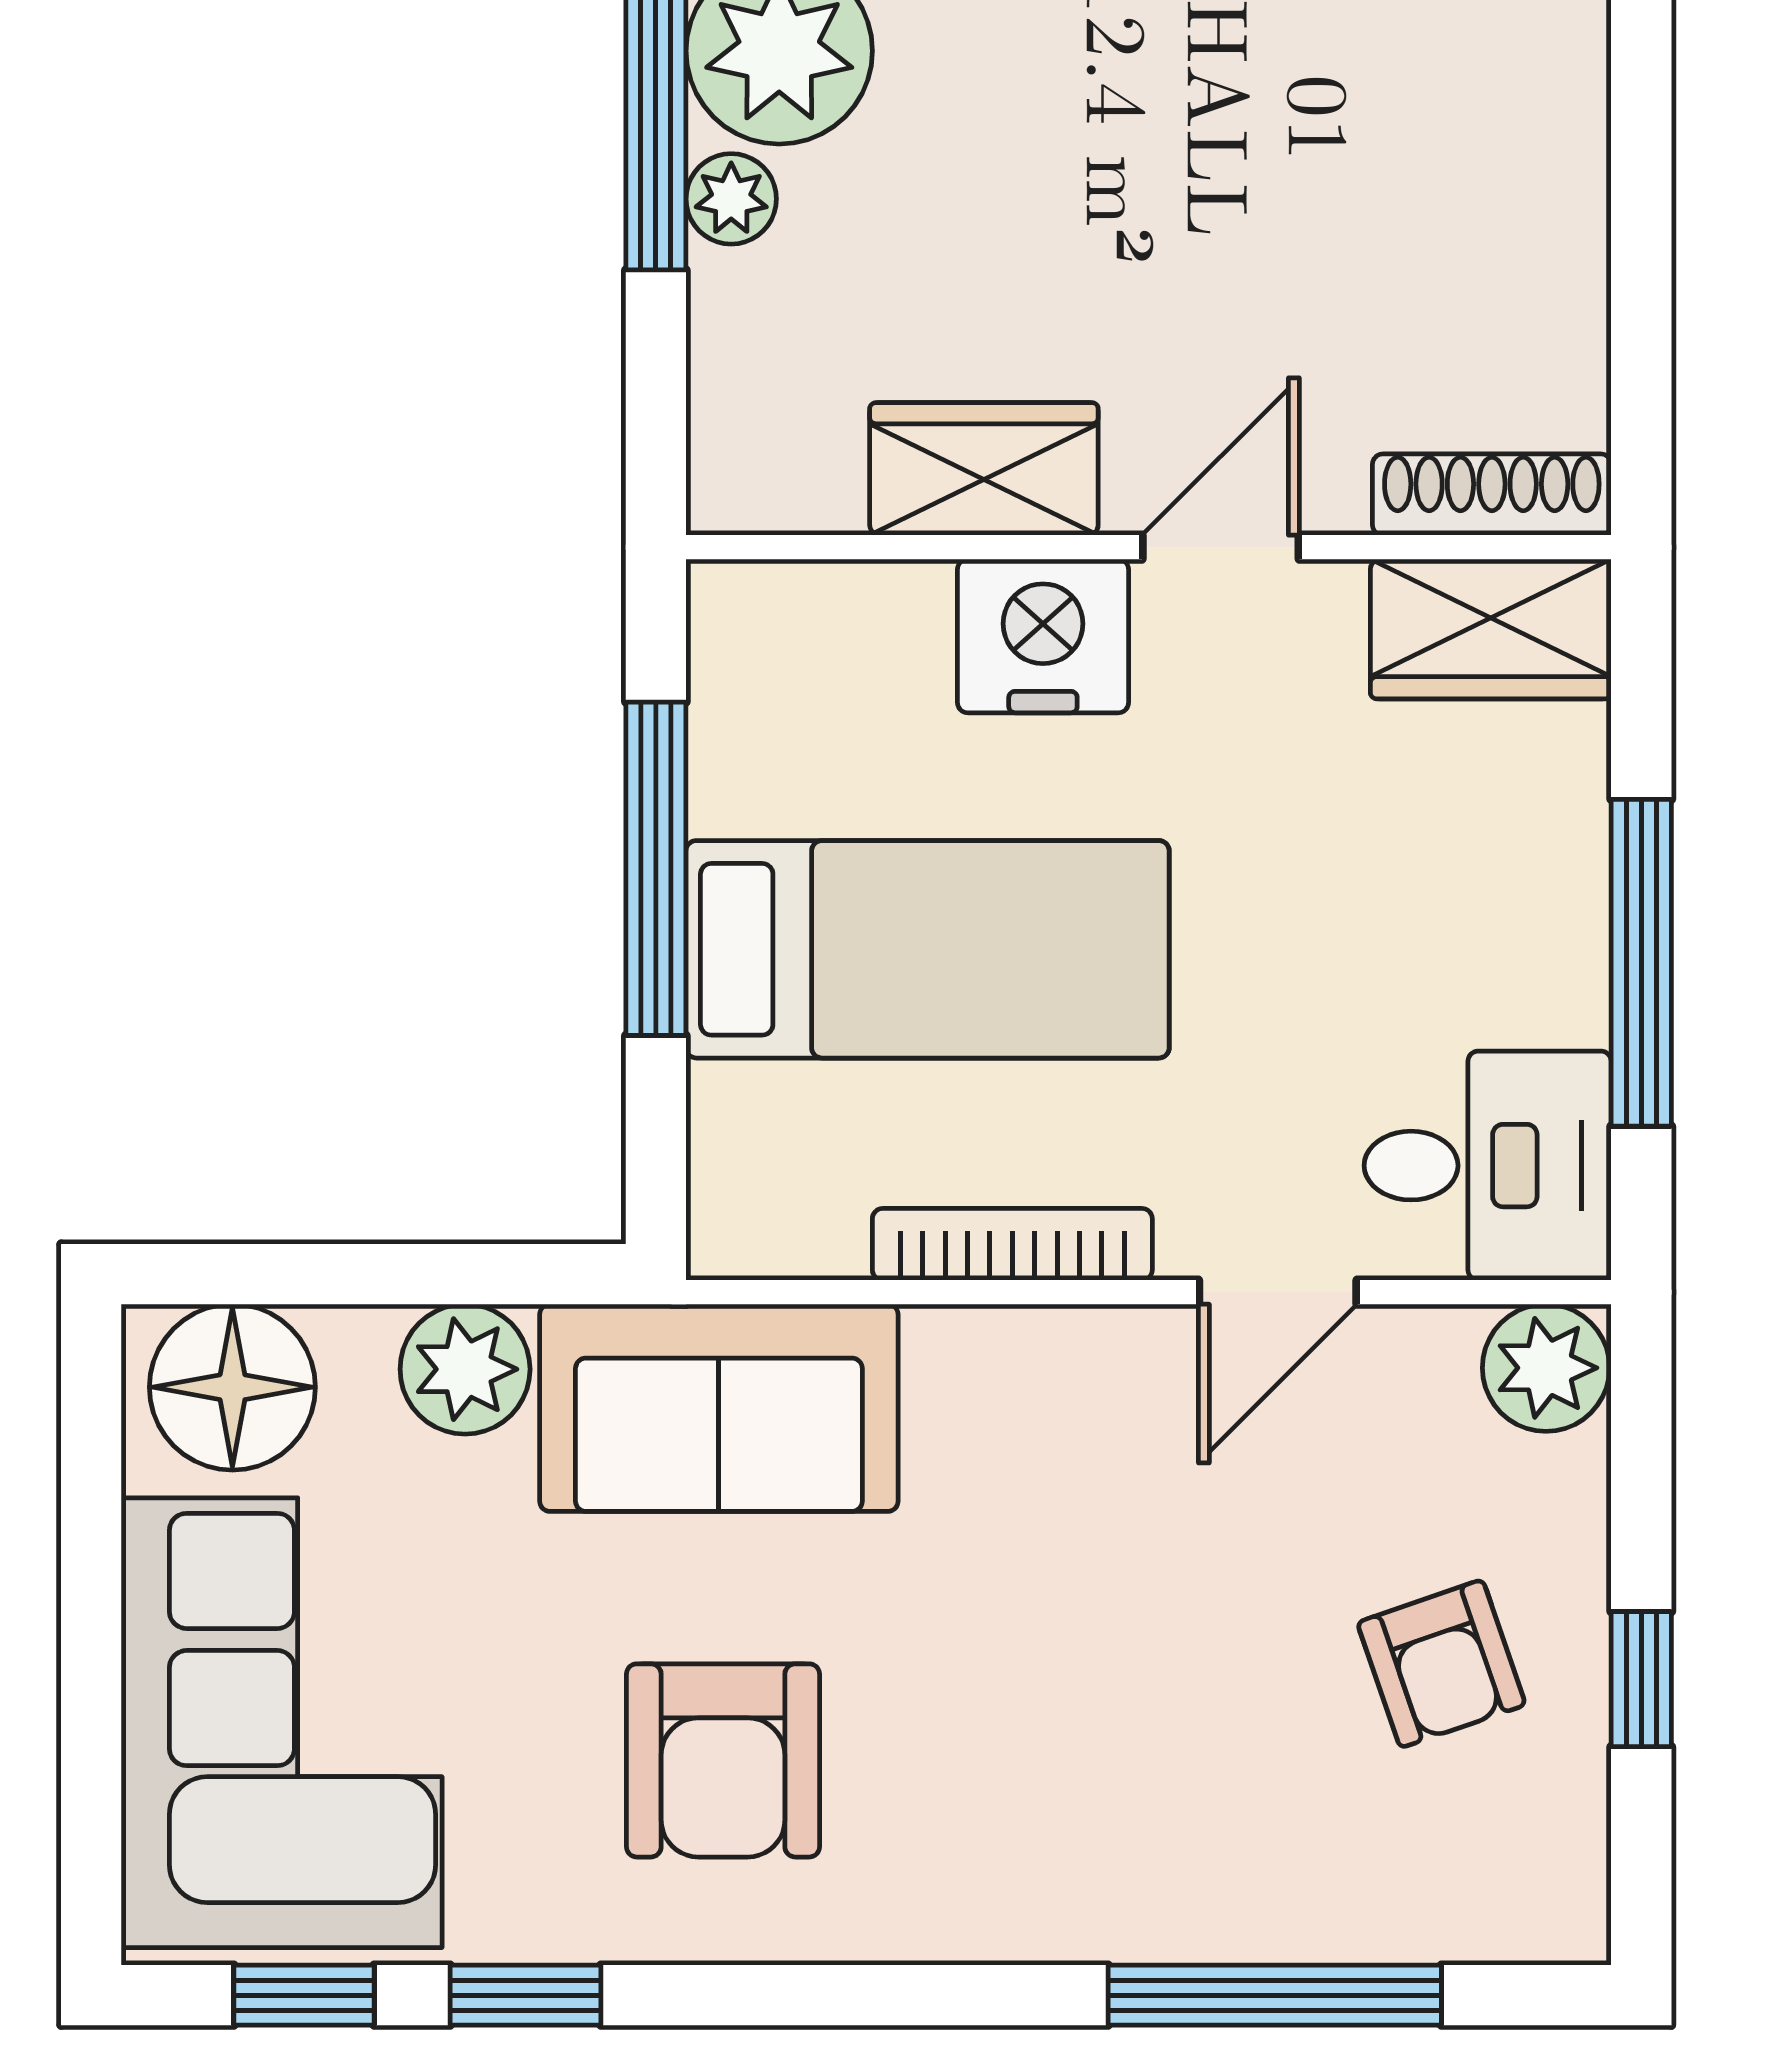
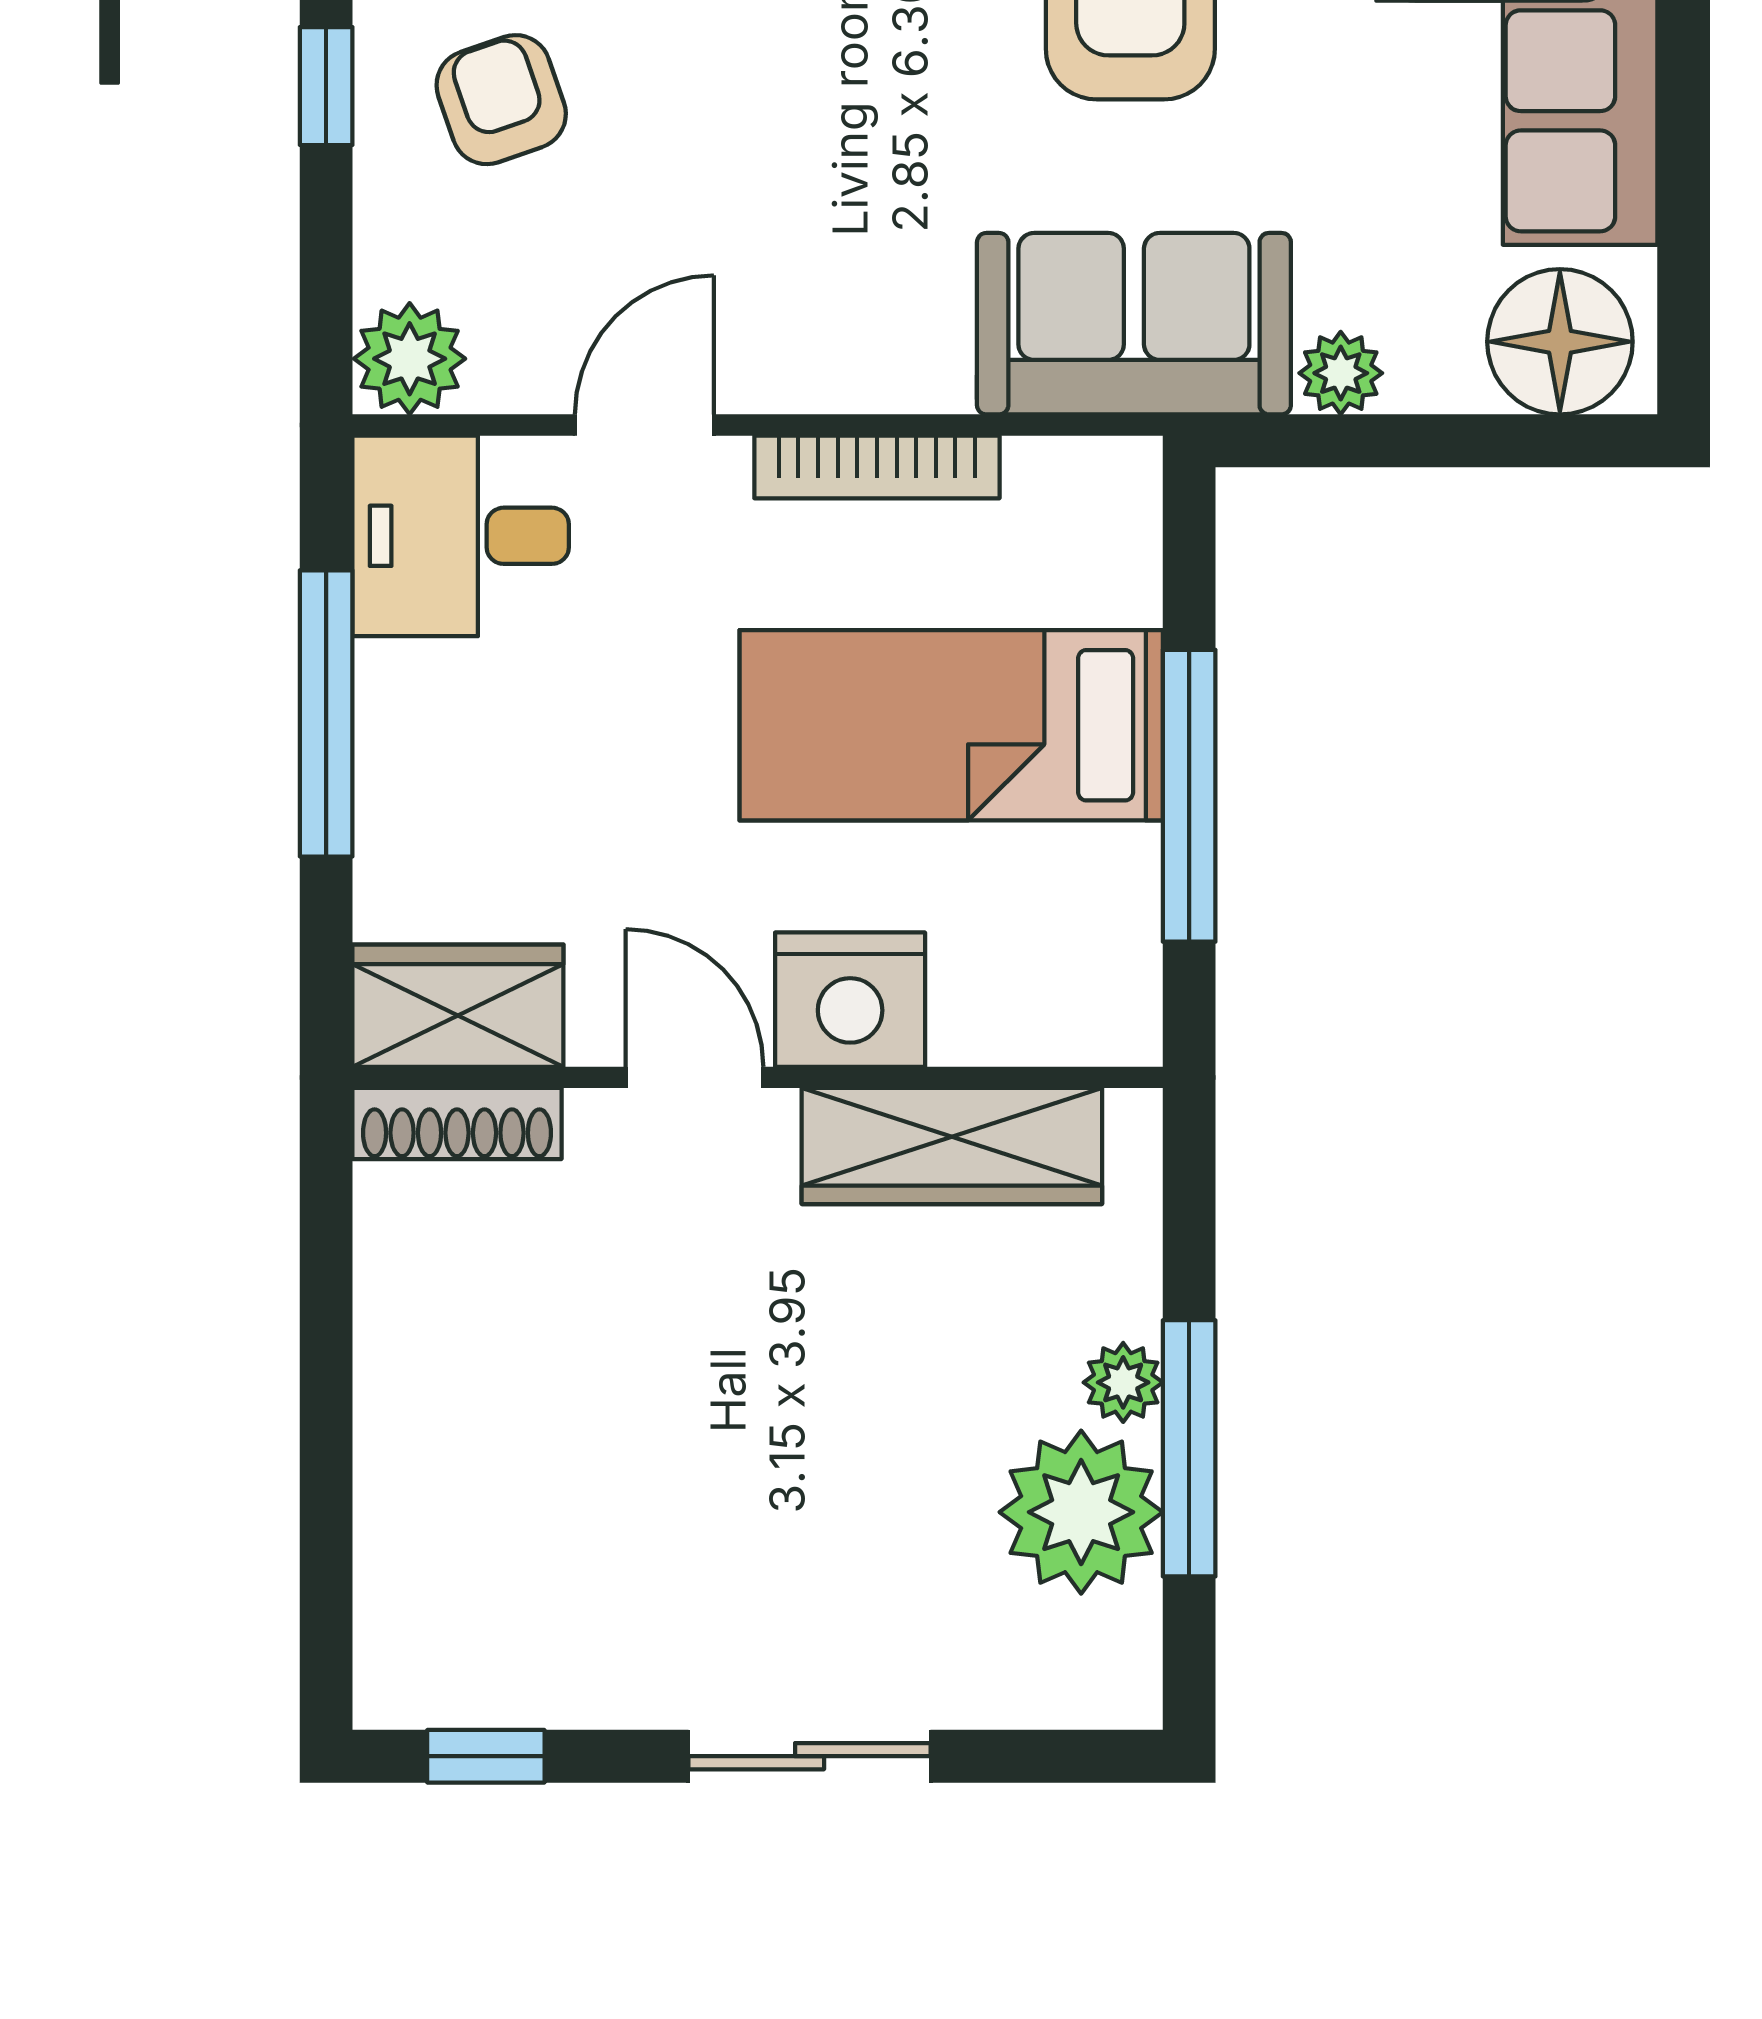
wardrobe: (984, 469) -> (952, 1146), width x1.50
door: (1221, 547) -> (695, 1077), swing flipped
plant: (465, 1369) -> (1341, 373), width x0.73, depth x0.73

